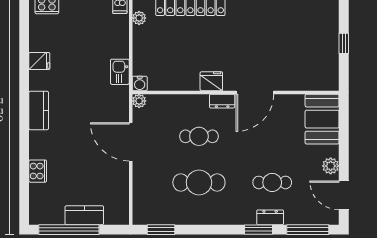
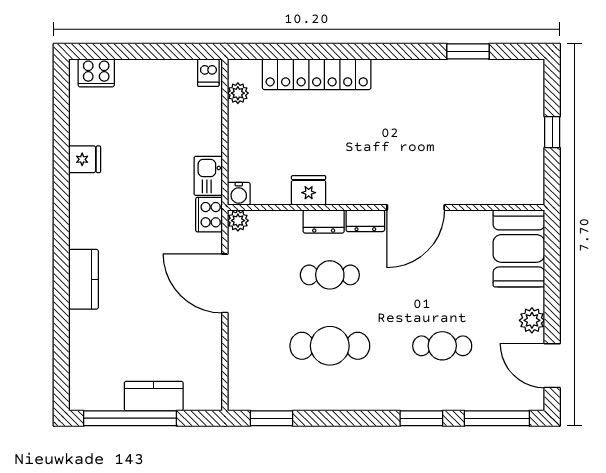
fridge: (211, 81) -> (309, 190), moved
kitchen counter: (39, 110) -> (84, 279), moved
cooker: (38, 171) -> (209, 215), moved, turned 180
dresser: (270, 217) -> (324, 222), moved, turned 180

